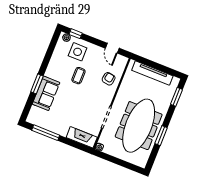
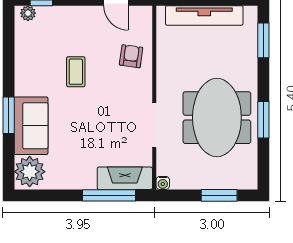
side table: (78, 52) -> (58, 30), removed
plant: (36, 116) -> (30, 172), added
meeting table: (139, 126) -> (217, 118), width x0.73
window: (46, 133) -> (109, 195), moved
window: (125, 164) -> (219, 195), added

